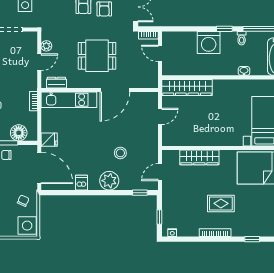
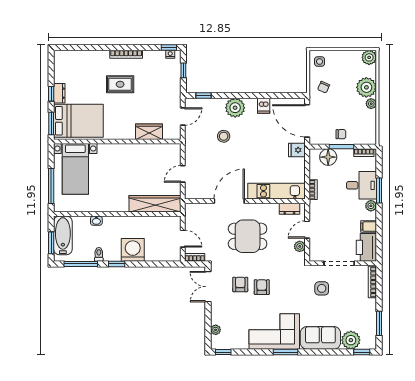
wardrobe: (199, 157) -> (149, 132), width x0.67
side table: (27, 226) -> (320, 62), width x0.54, depth x0.54
window: (252, 239) -> (169, 47), moved

